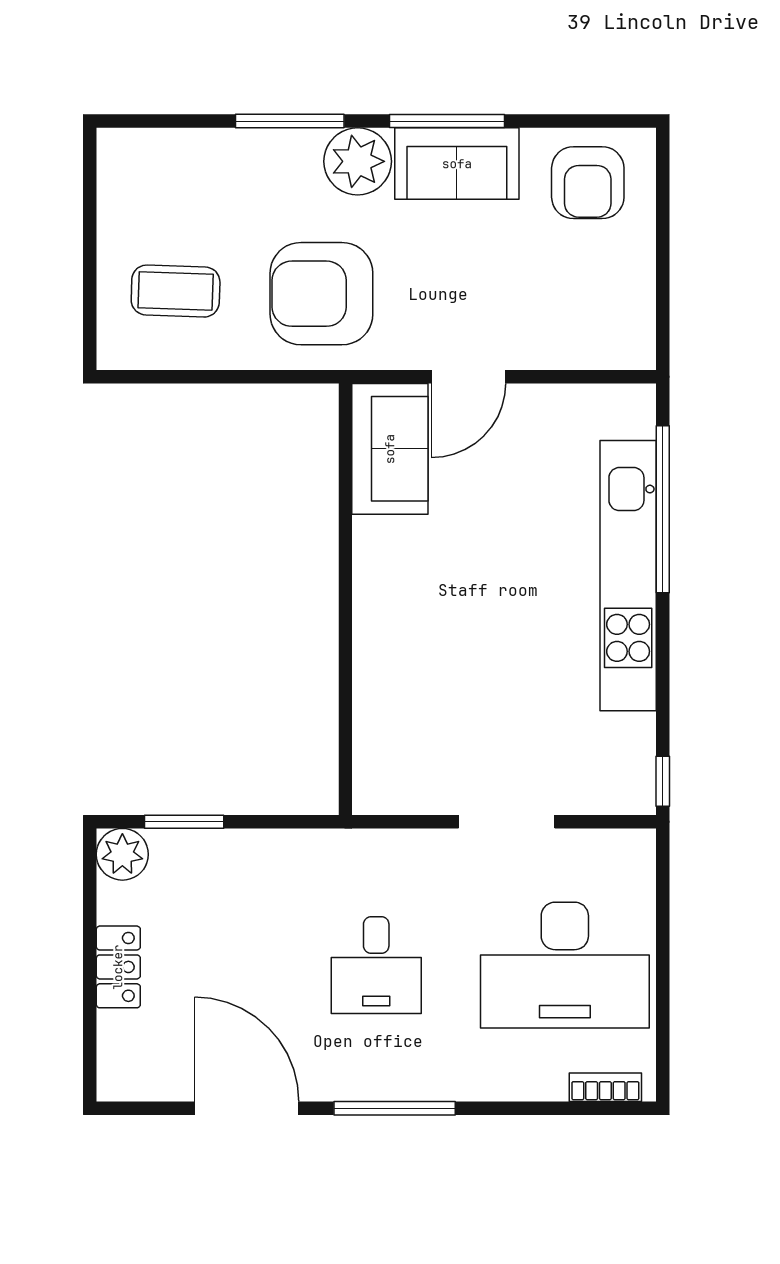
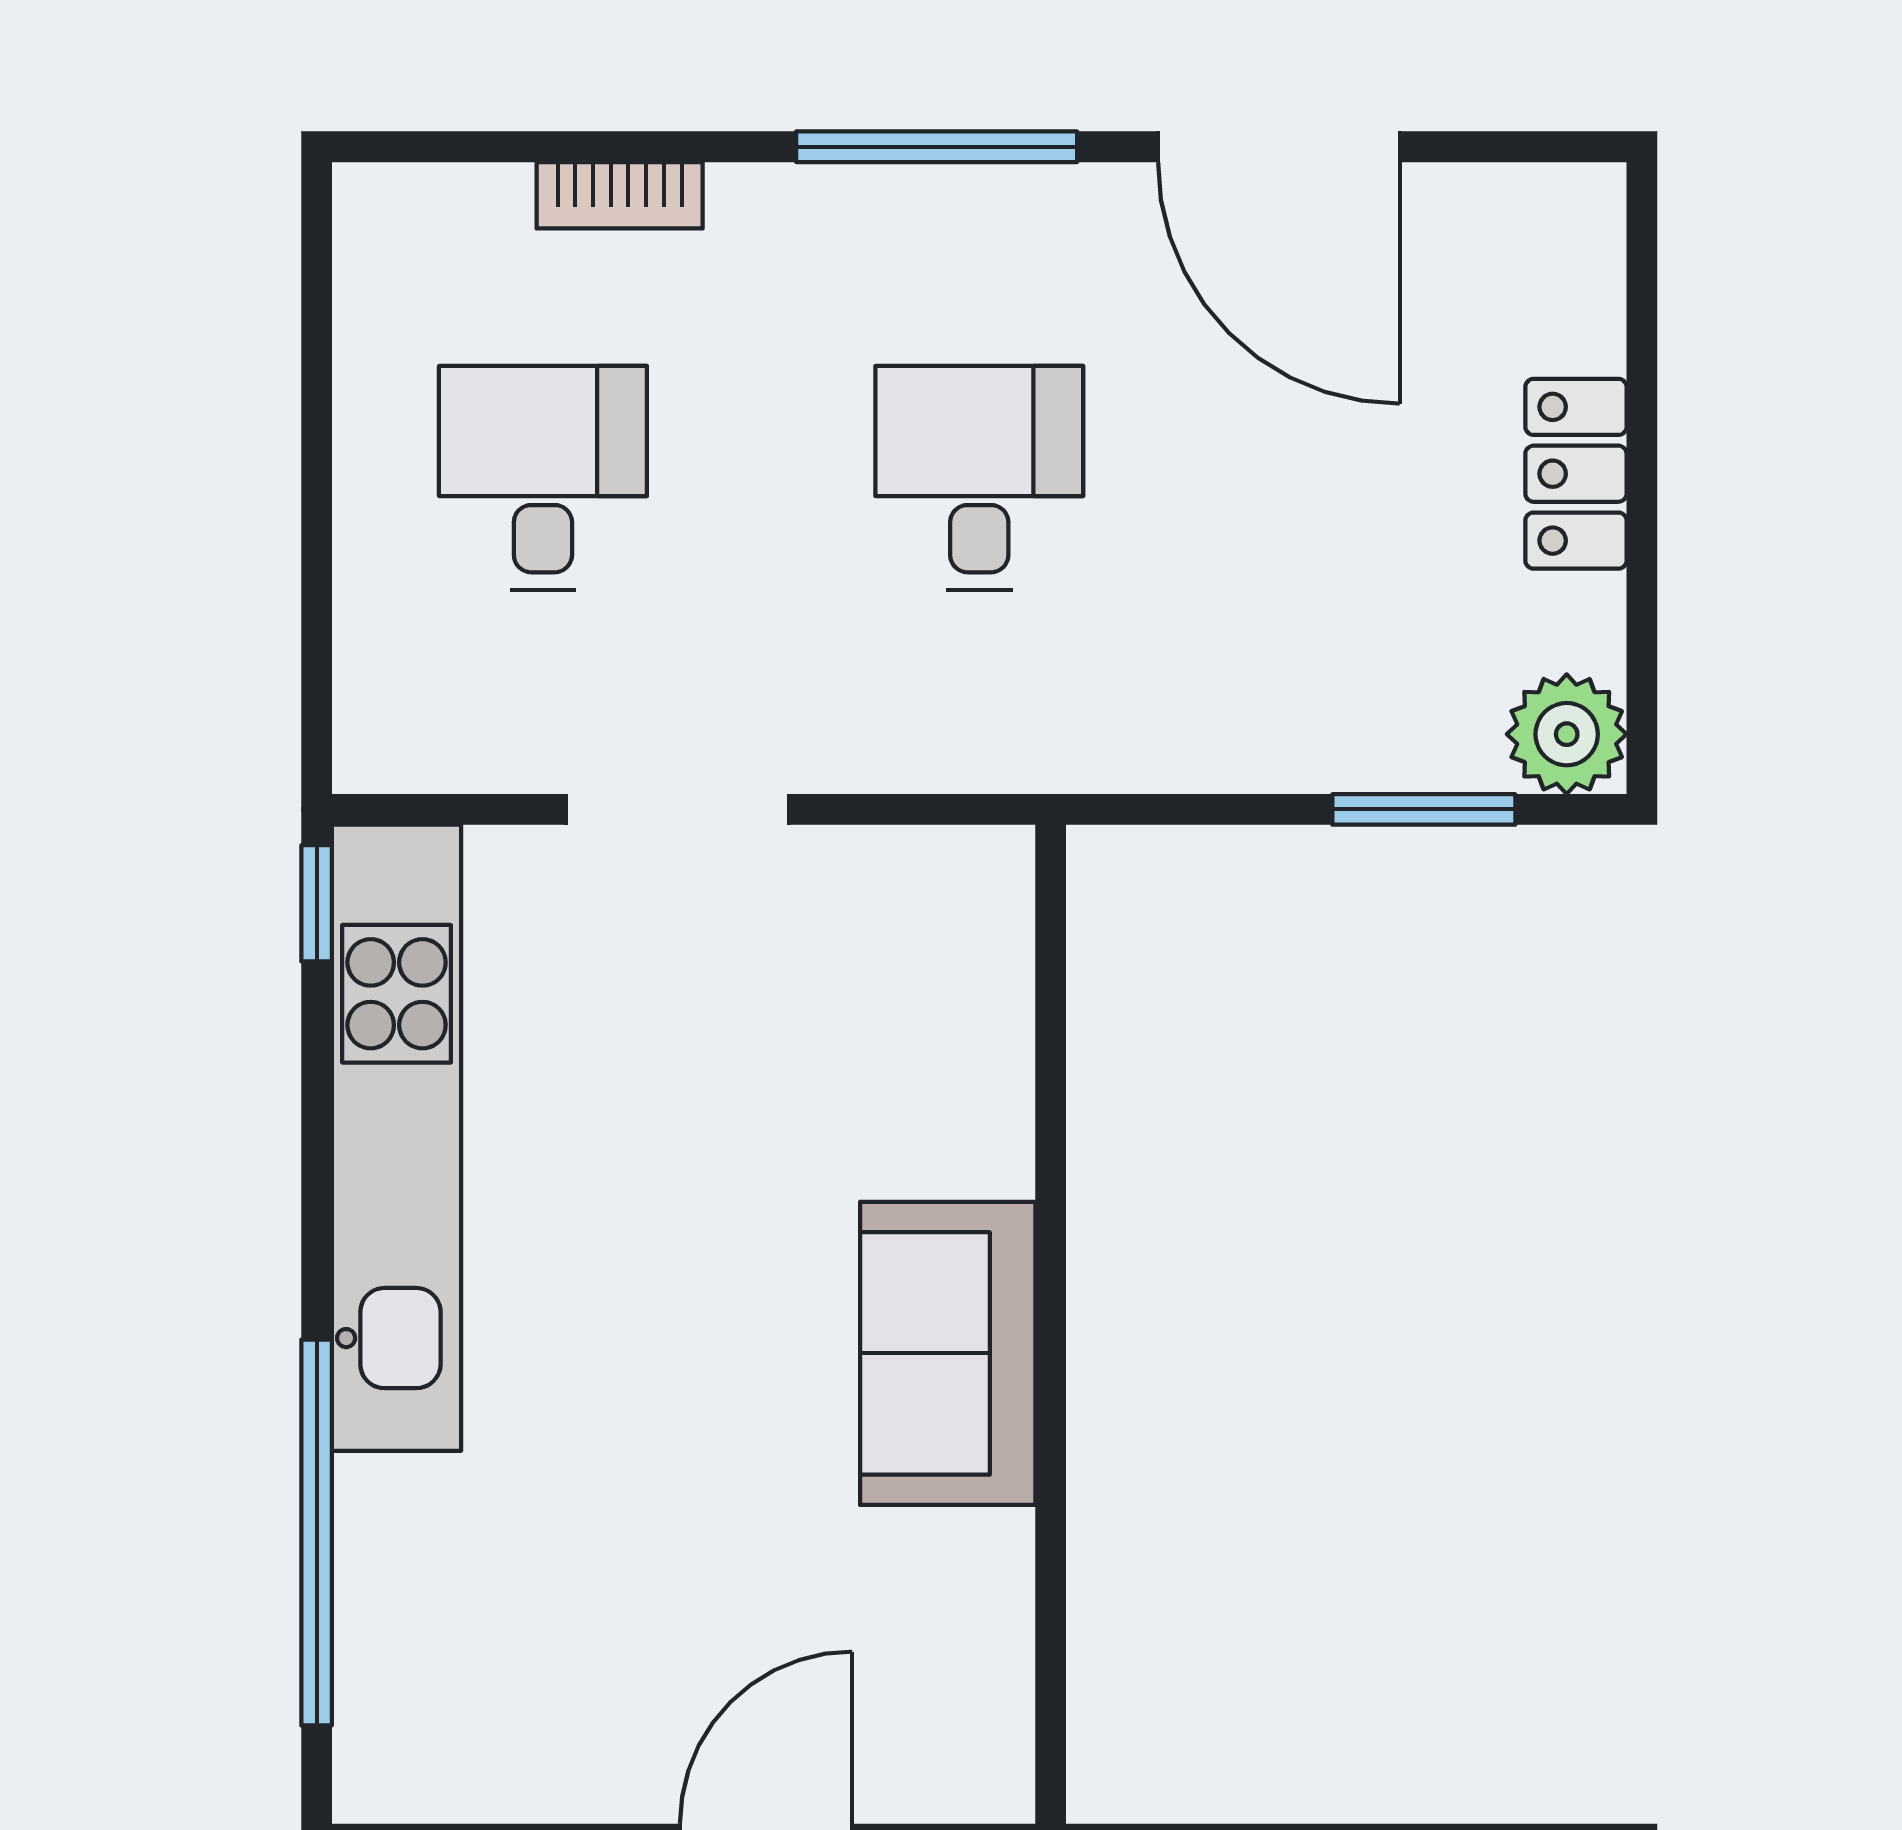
sofa: (390, 449) -> (948, 1353), moved
kitchen unit: (628, 576) -> (397, 1138), moved
desk: (565, 965) -> (543, 478), width x0.53, depth x0.77
bookcase: (605, 1087) -> (620, 195), moved

